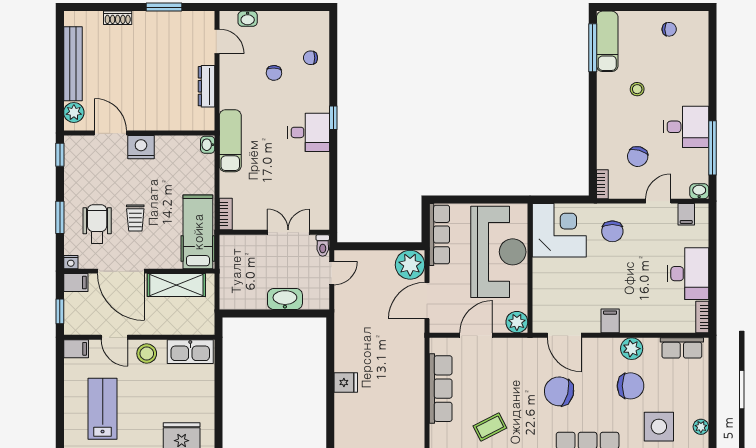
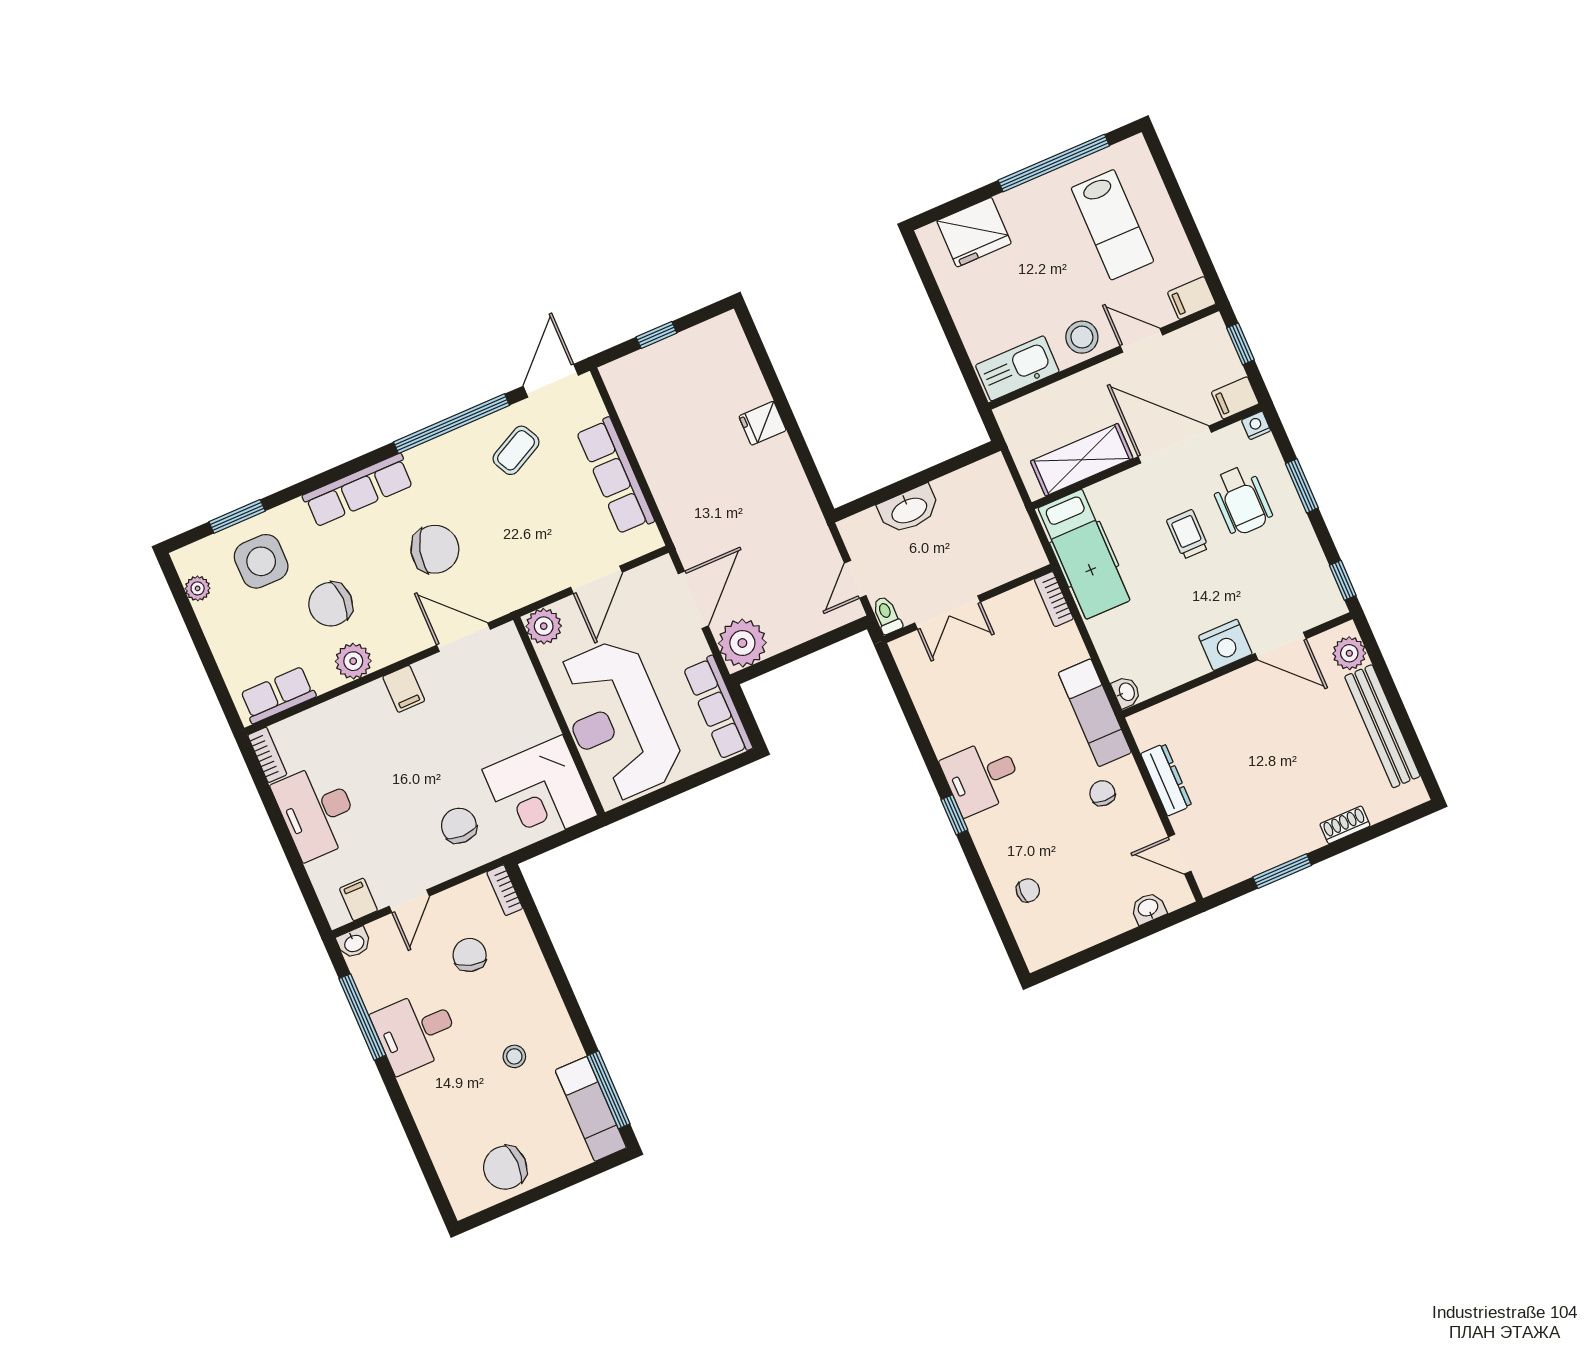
chair: (669, 29) -> (505, 1168), width x1.87, depth x1.87
chair: (274, 73) -> (1102, 793), moved

